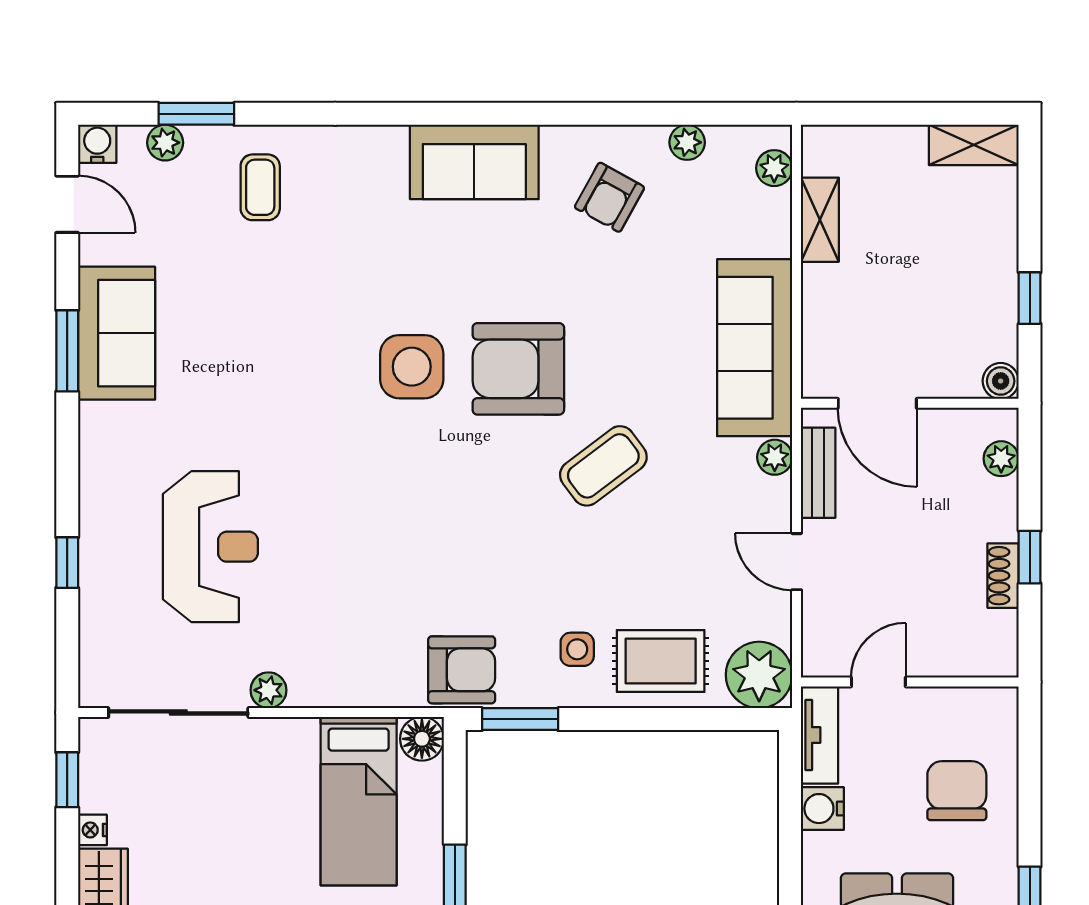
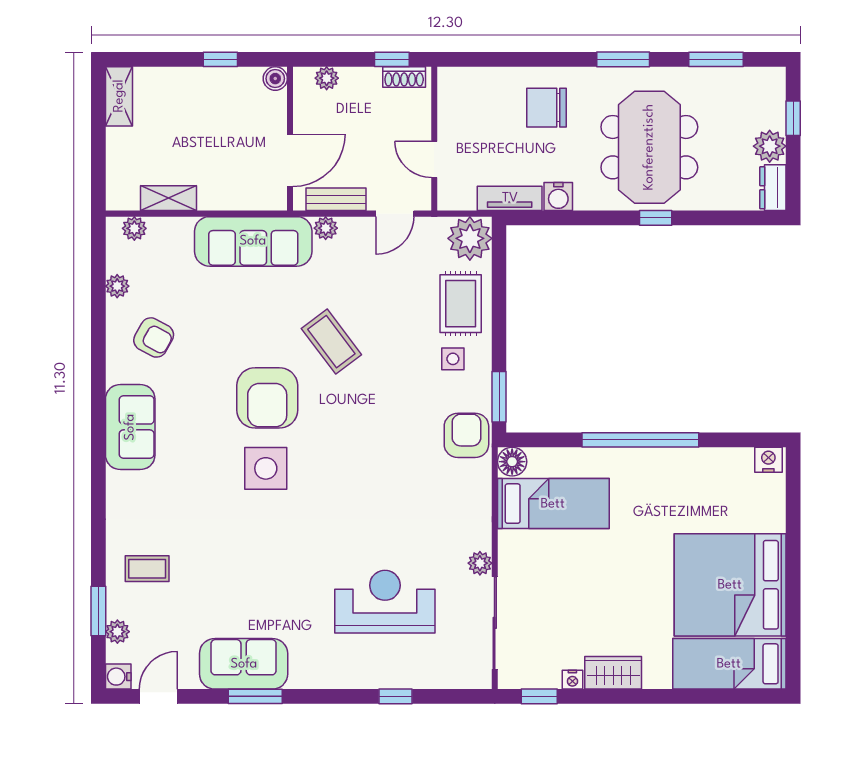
door: (878, 682) -> (434, 159), moved
wall: (910, 682) -> (434, 139), moved

